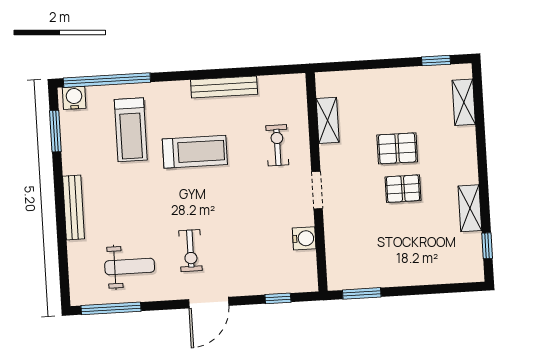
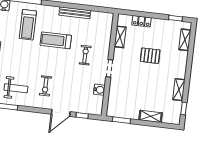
locker: (366, 80) -> (141, 21), added
exercise bike: (277, 145) -> (85, 55), moved
treadmill: (195, 152) -> (56, 40), turned 180
pallet: (403, 189) -> (149, 75), removed
shelving: (421, 275) -> (151, 116), added
door: (209, 303) -> (61, 113), moved

